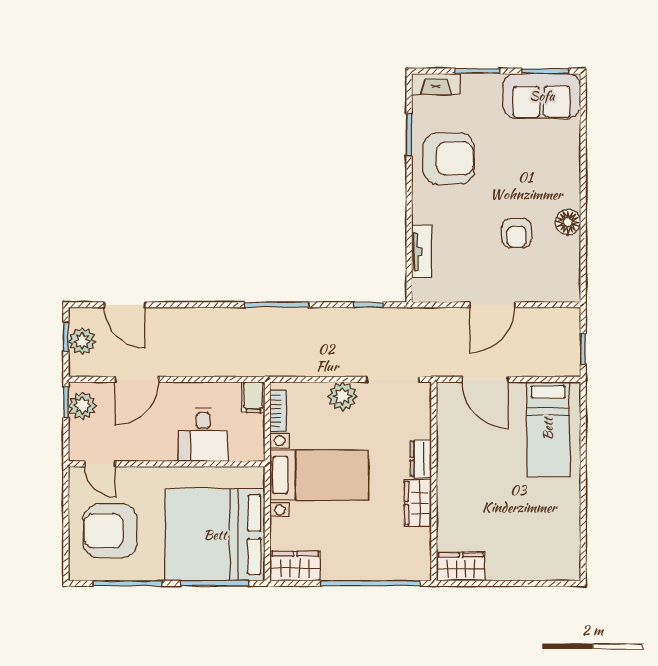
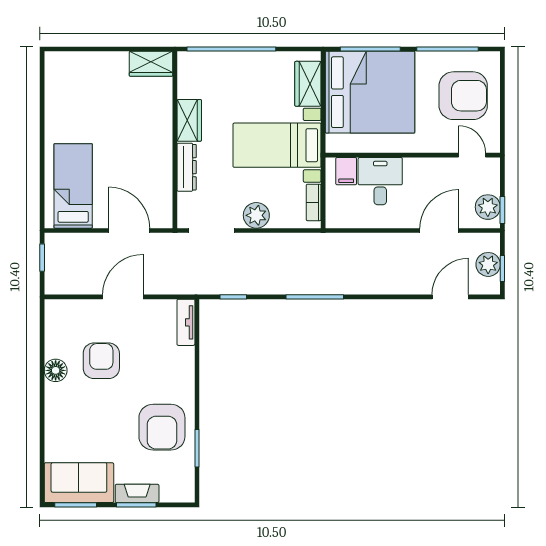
fireplace: (436, 84) -> (137, 493), moved
armchair: (448, 158) -> (162, 427), turned -90
armchair: (517, 233) -> (101, 361), width x1.38, depth x1.38
tv unit: (422, 251) -> (186, 322), moved
door: (125, 305) -> (450, 297), hinge flipped
filing cabinet: (253, 397) -> (346, 171), moved, turned 180
dresser: (421, 459) -> (187, 167), width x1.44
wardrobe: (295, 566) -> (308, 84), moved, turned 90

